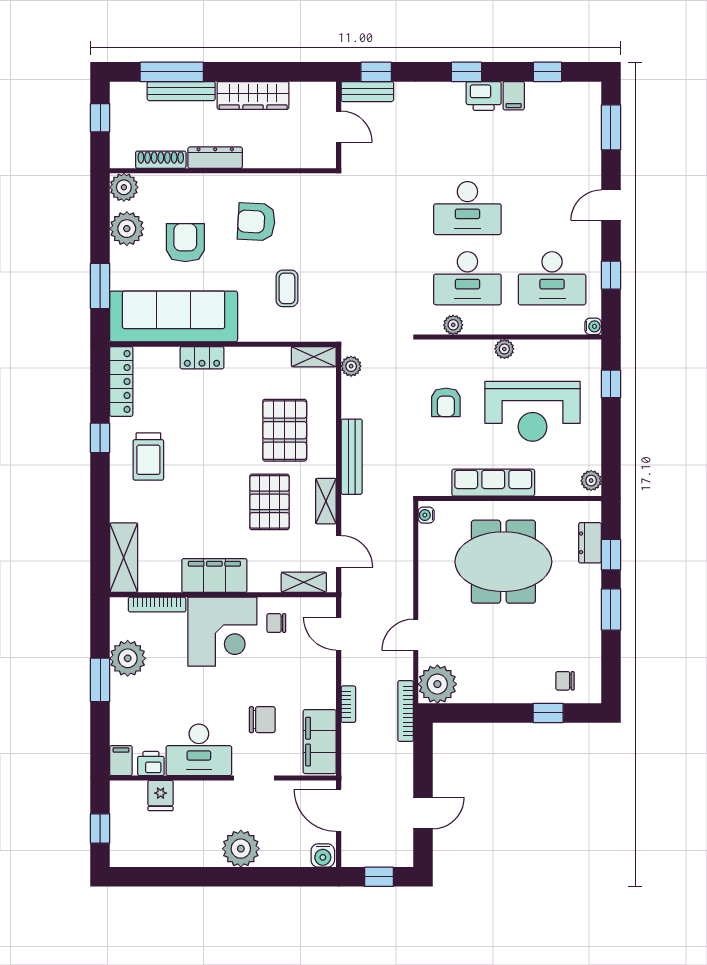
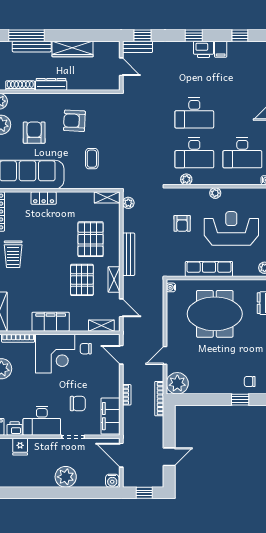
reception desk: (533, 411) -> (231, 228), turned 180

